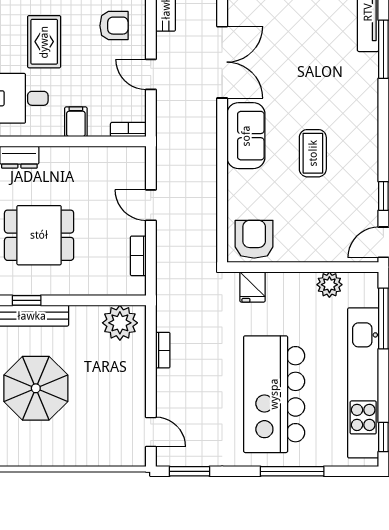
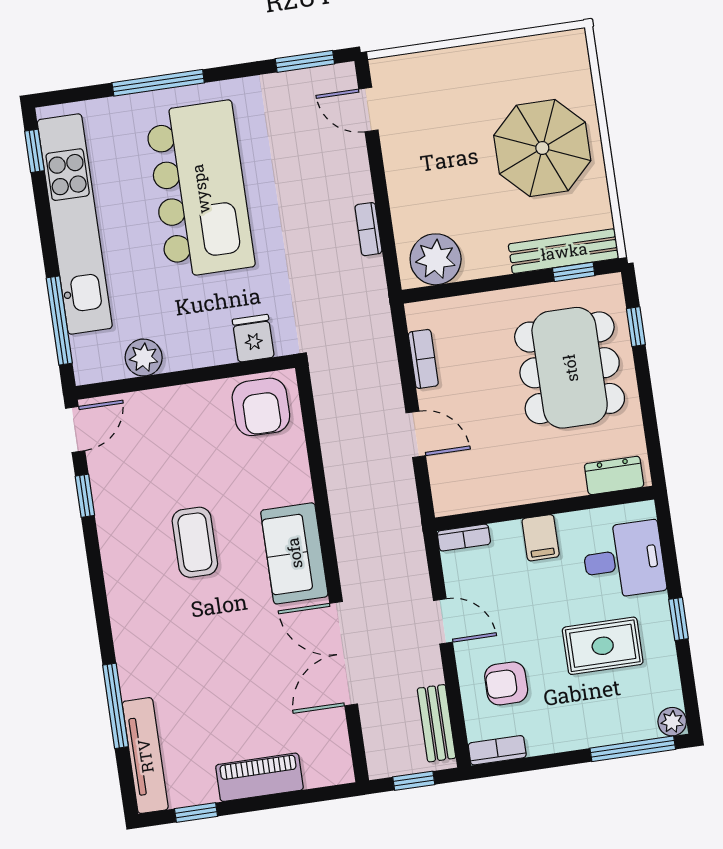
rug: (44, 42) -> (603, 646), turned 90
dining table: (39, 235) -> (570, 368), width x1.38

